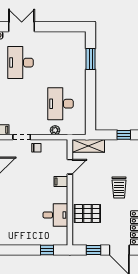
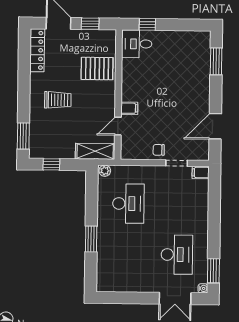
window: (91, 59) -> (91, 239), moved
plant: (55, 130) -> (105, 171), moved
trolley: (119, 188) -> (58, 100), turned 90
desk: (55, 215) -> (137, 44), moved

